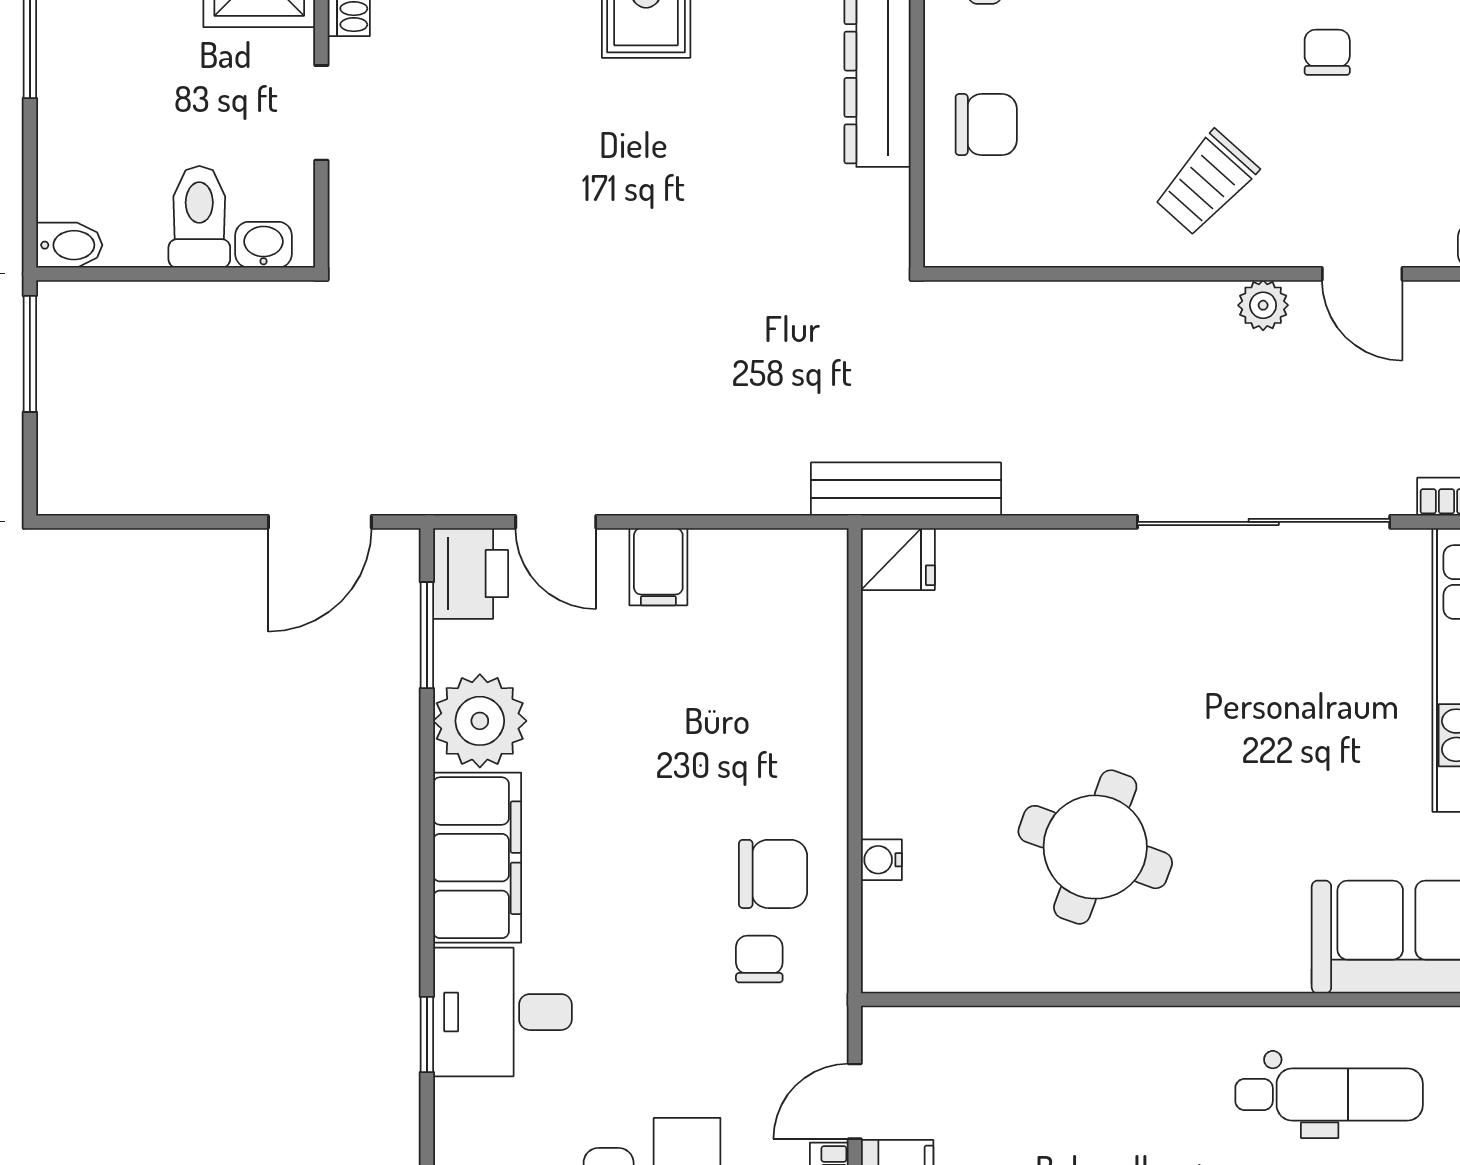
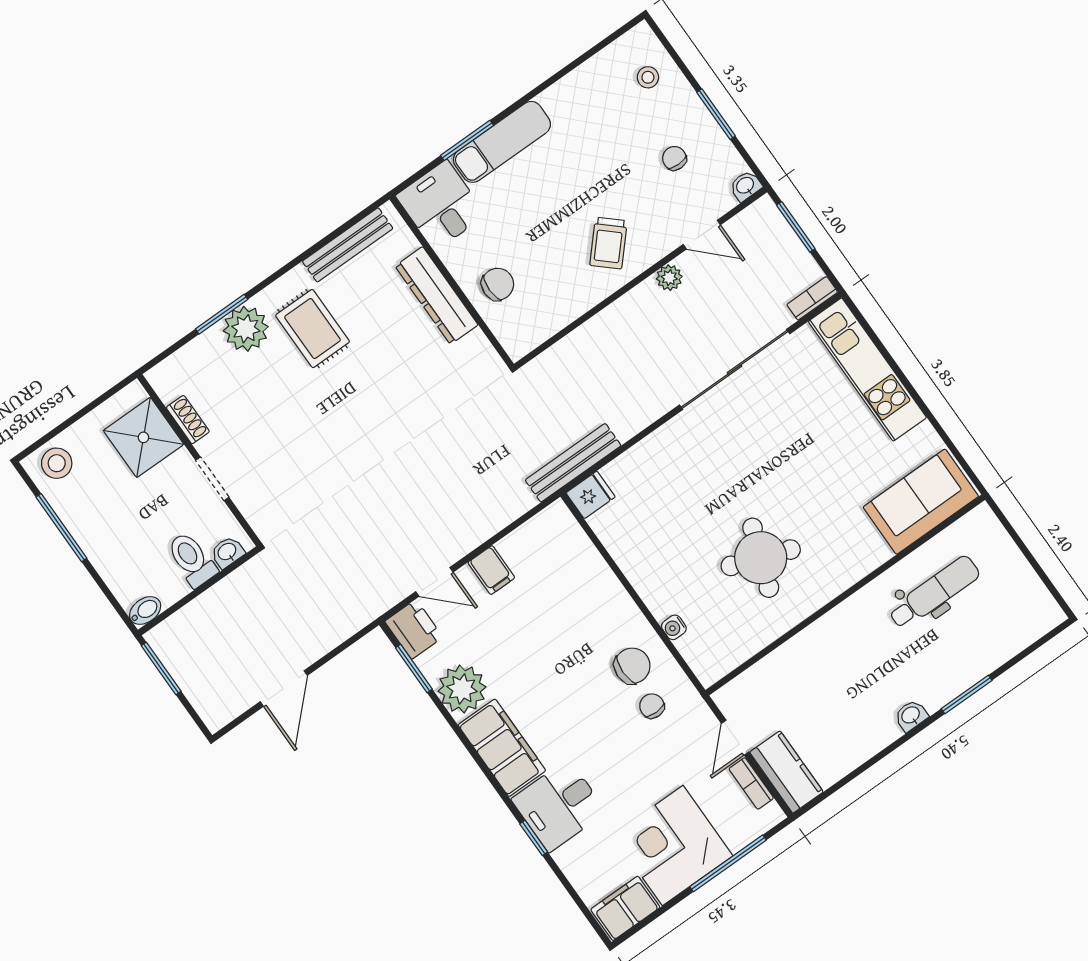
chair: (1327, 52) -> (674, 158), moved
door: (320, 522) -> (284, 689), moved

